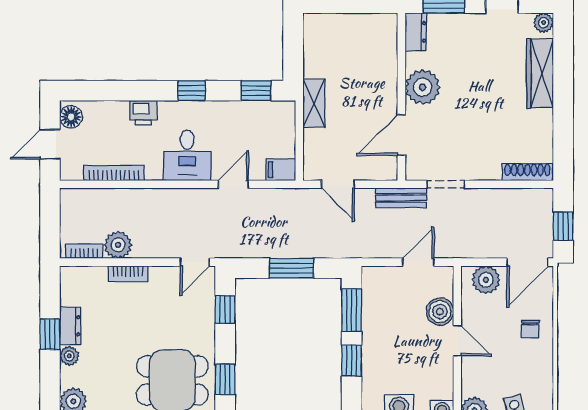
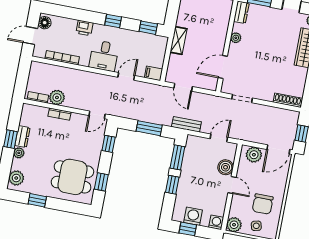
plant: (423, 87) -> (236, 38), width x0.53, depth x0.53
bench: (401, 198) -> (186, 124), moved
chair: (530, 329) -> (263, 204), moved, width x1.87, depth x1.87

